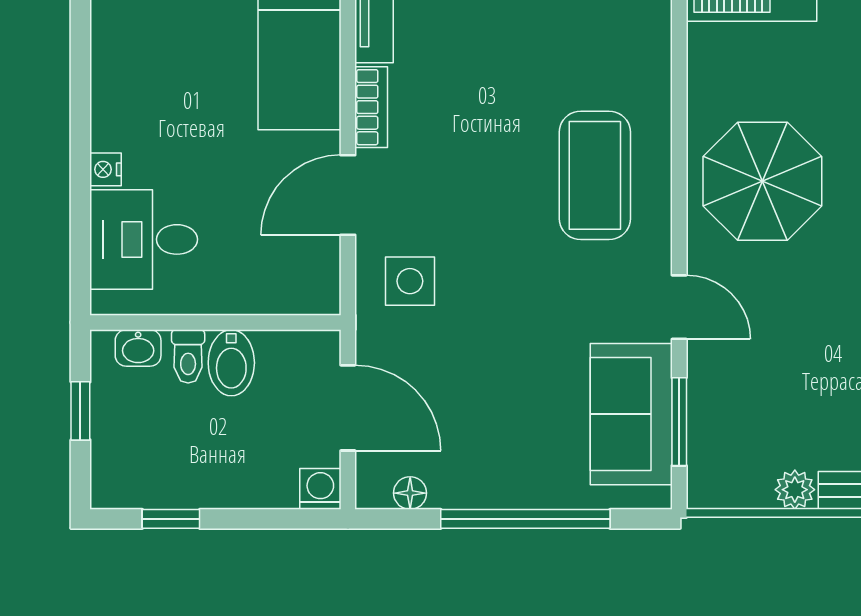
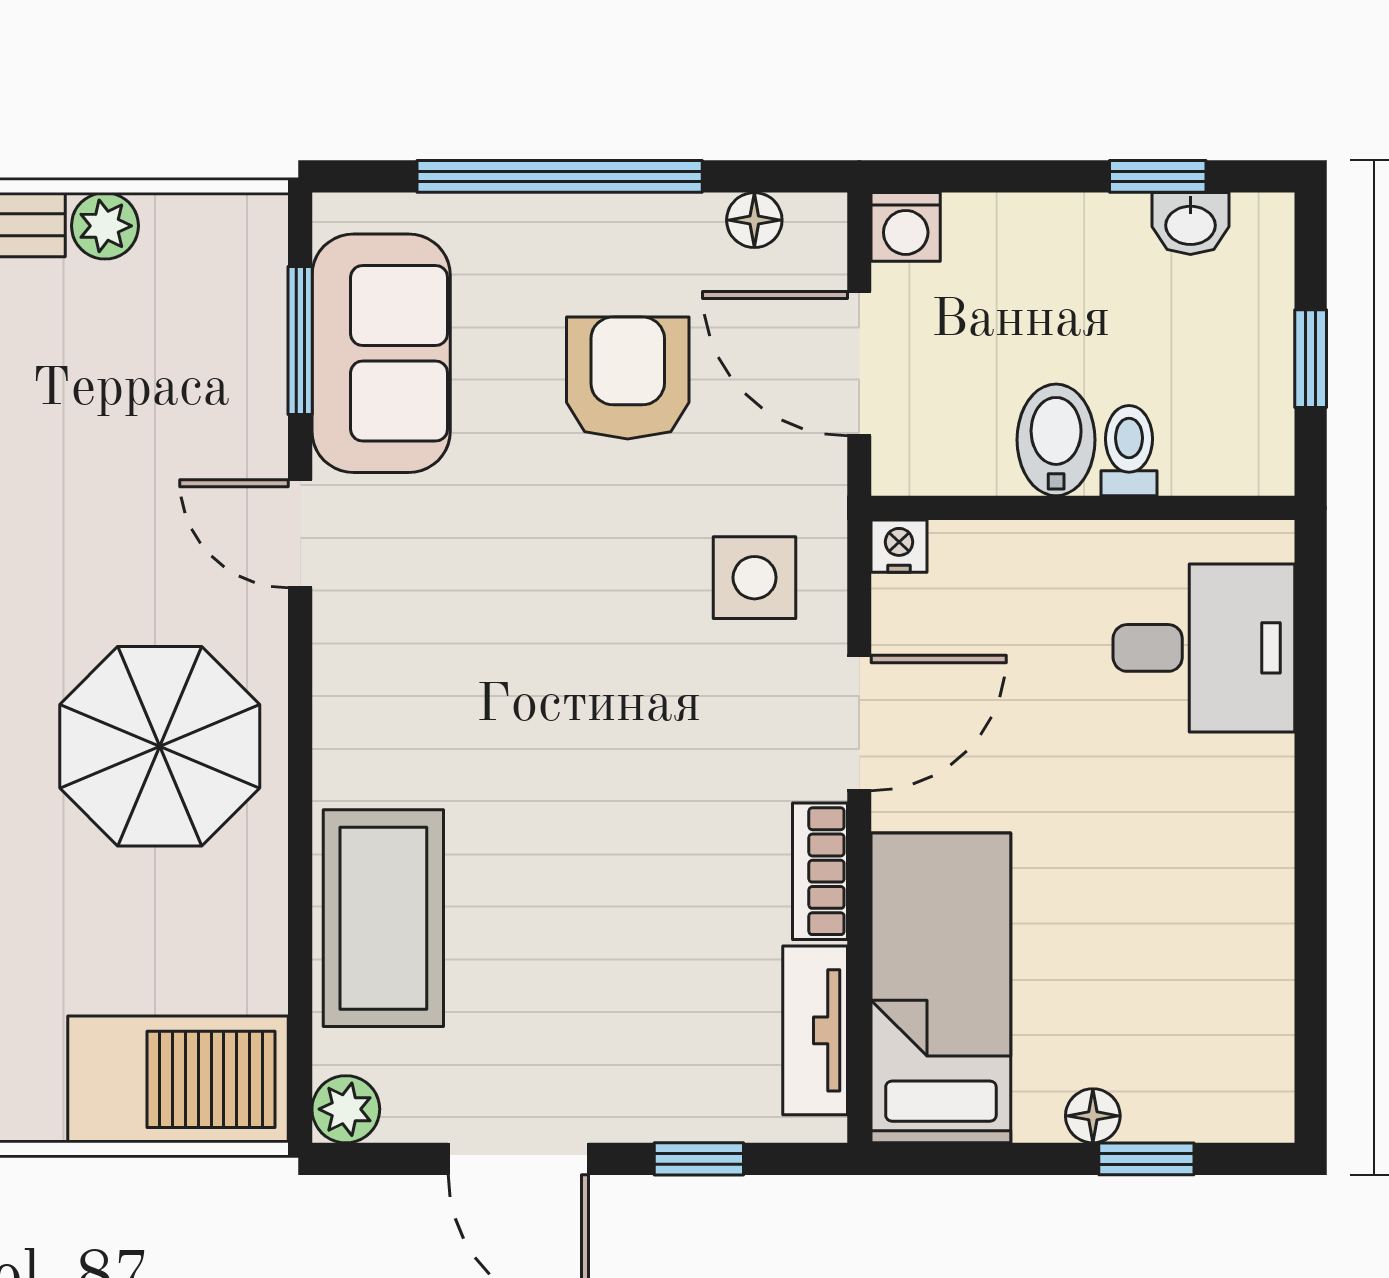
nightstand: (105, 169) -> (899, 546), moved, turned -90
coffee table: (595, 175) -> (383, 918), moved
washbasin: (138, 348) -> (1190, 224), moved, turned 180
armchair: (485, 399) -> (628, 378), added

